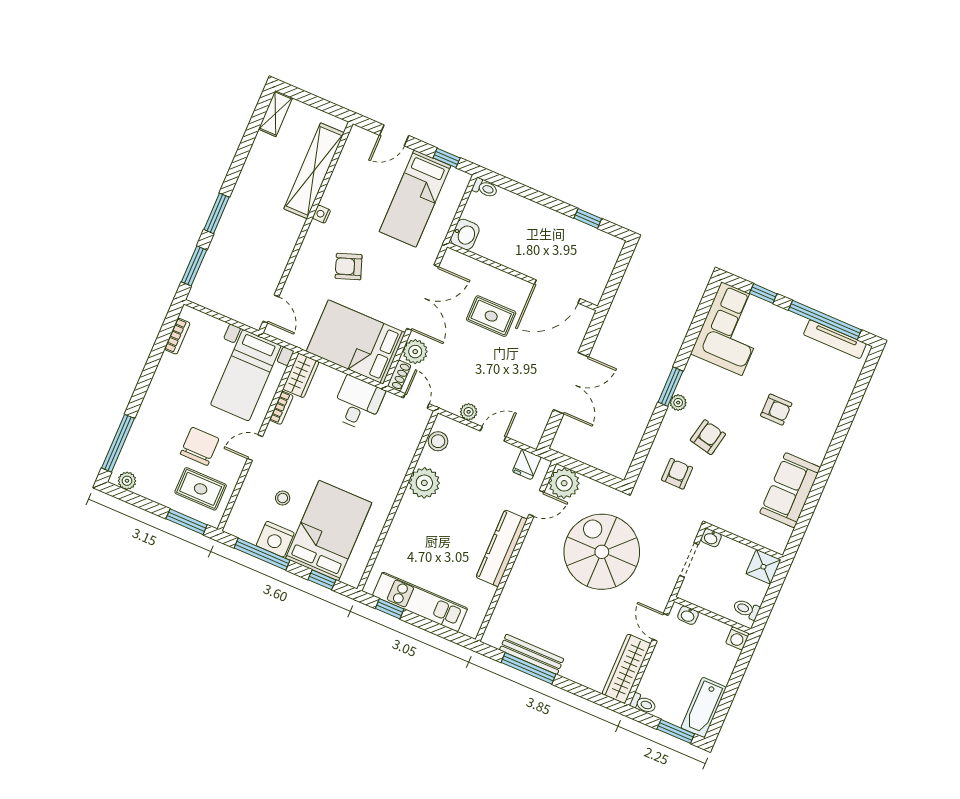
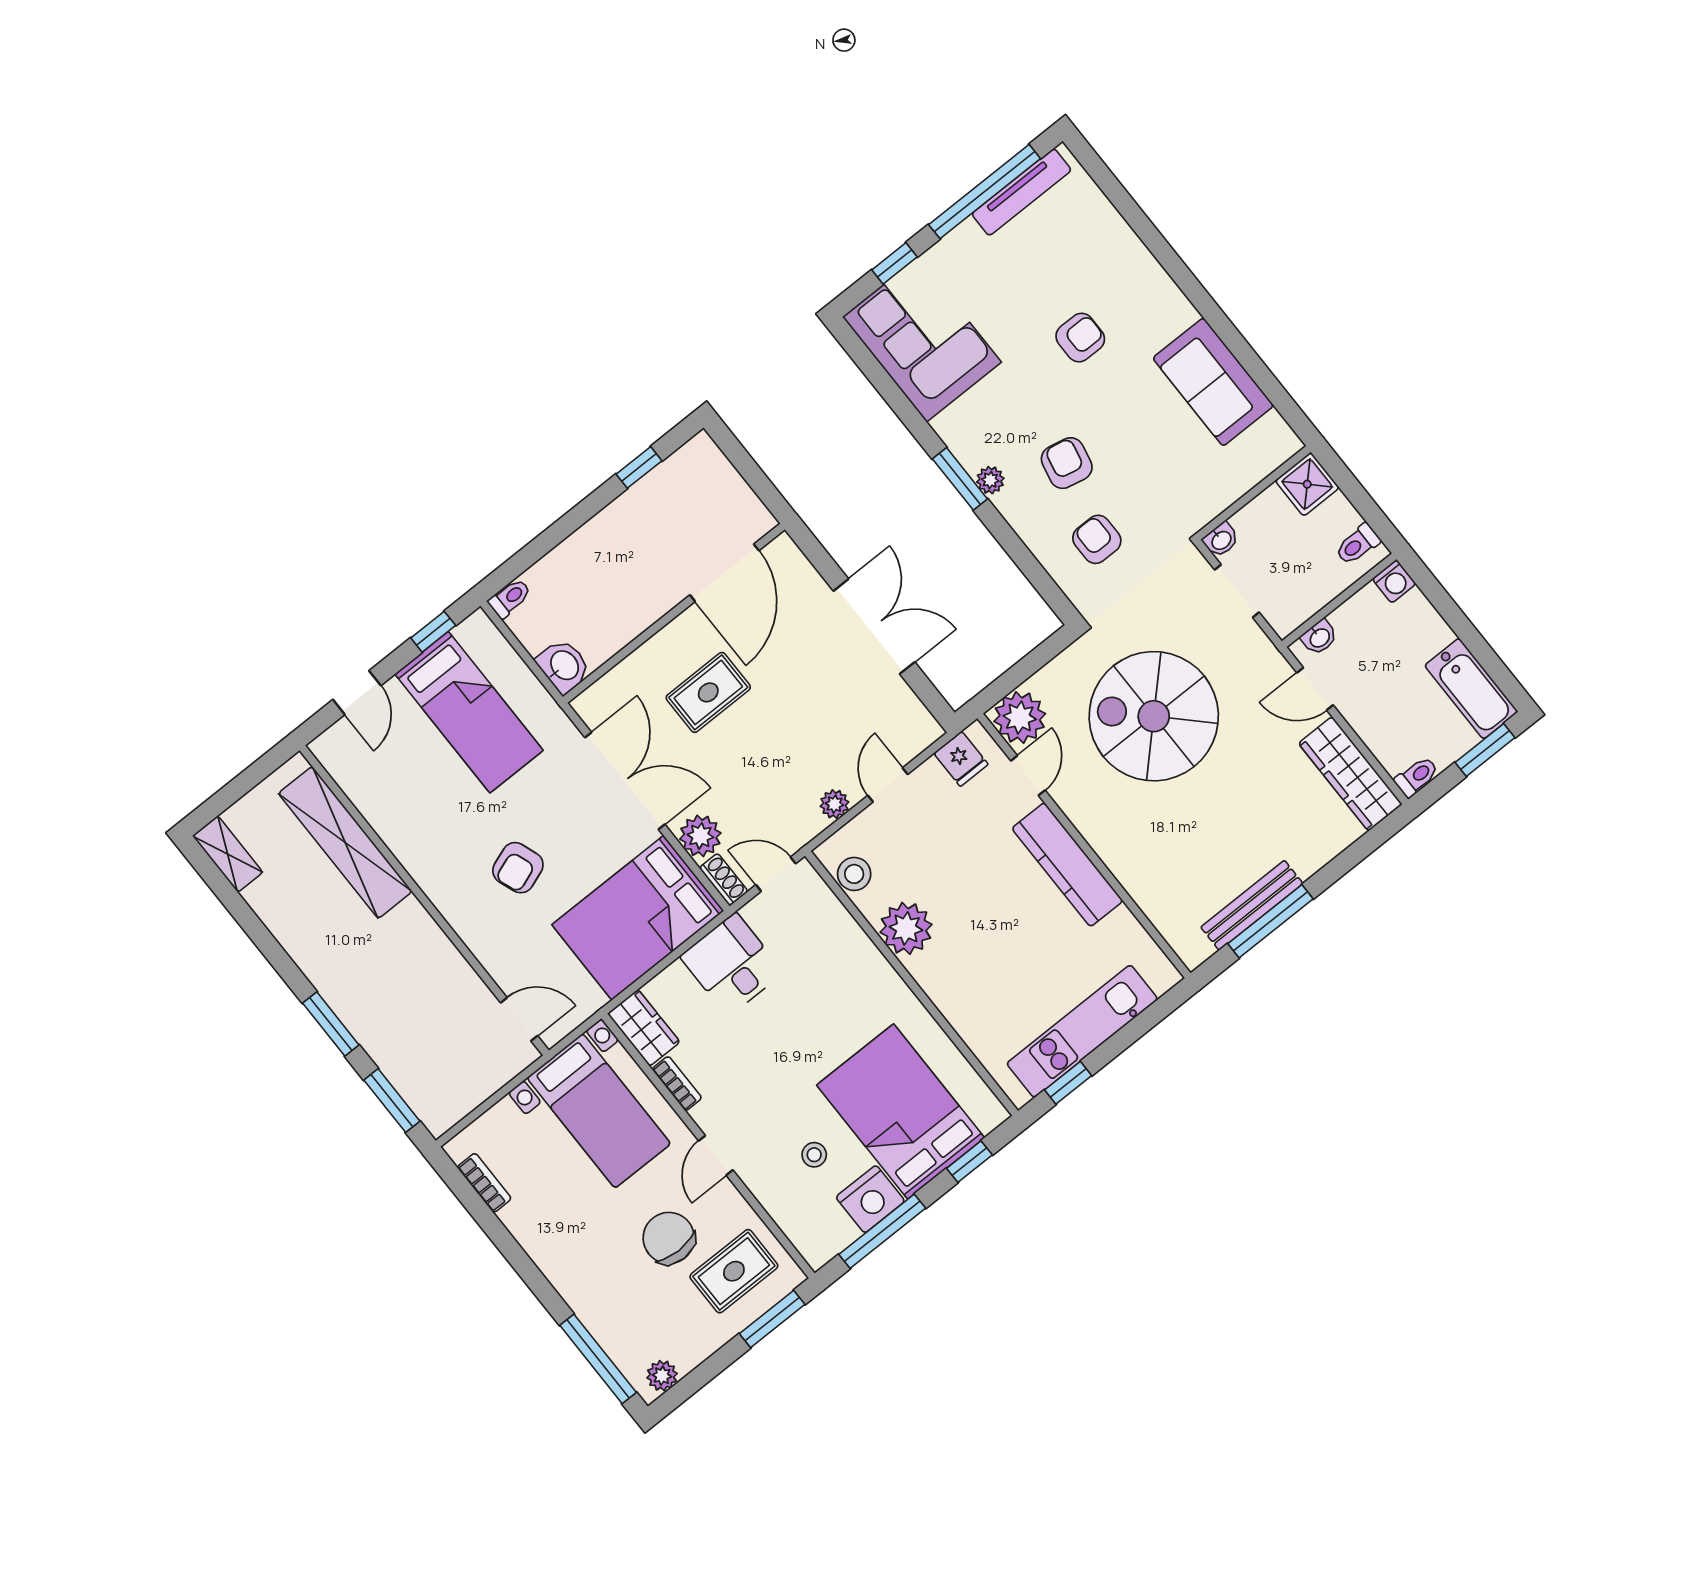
nightstand: (321, 214) -> (417, 866), removed

